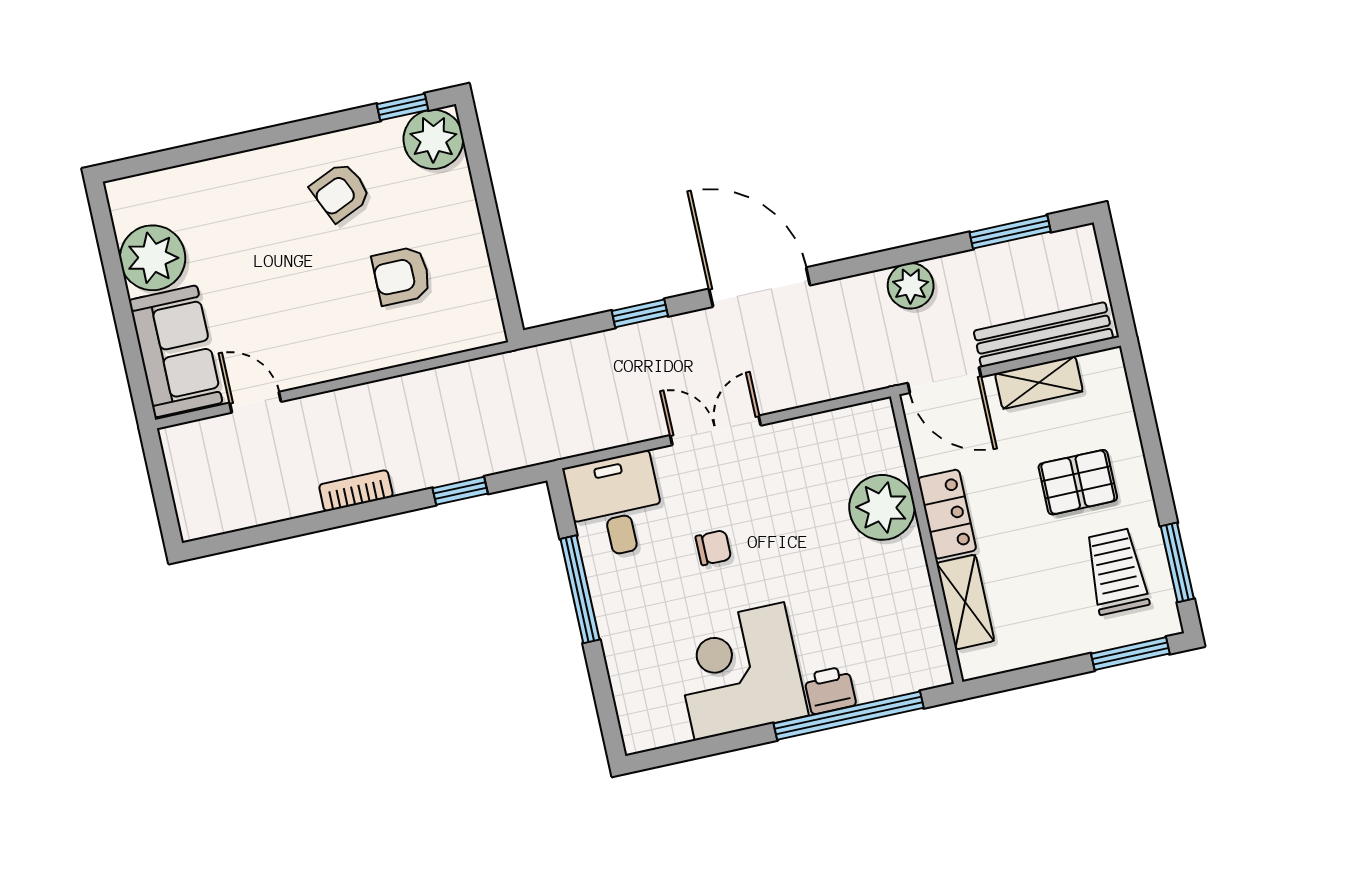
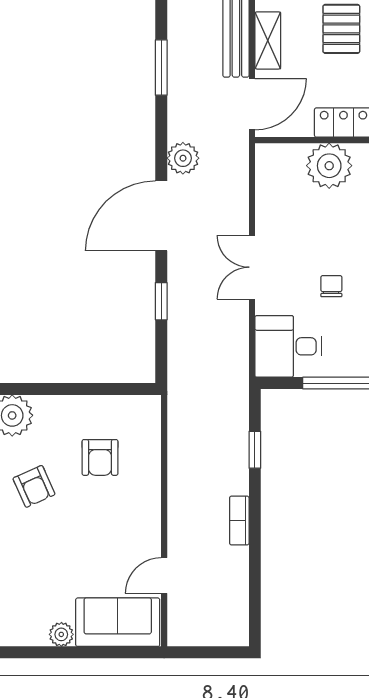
window: (1010, 232) -> (161, 68), moved
plant: (153, 258) -> (61, 634), width x0.53, depth x0.53
plant: (911, 286) -> (183, 158), moved

